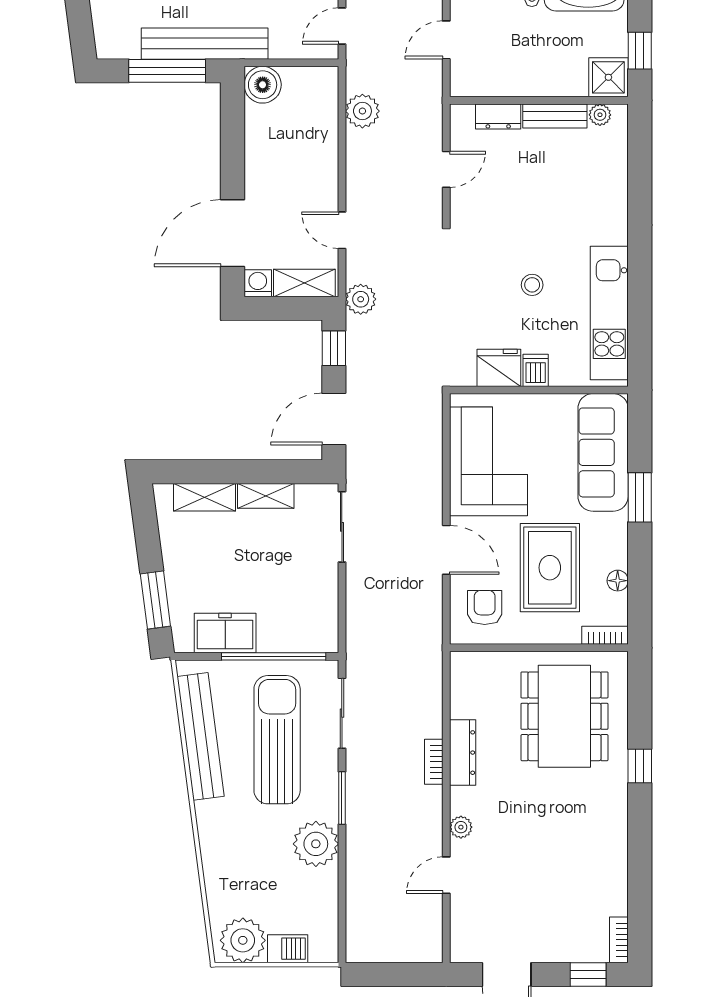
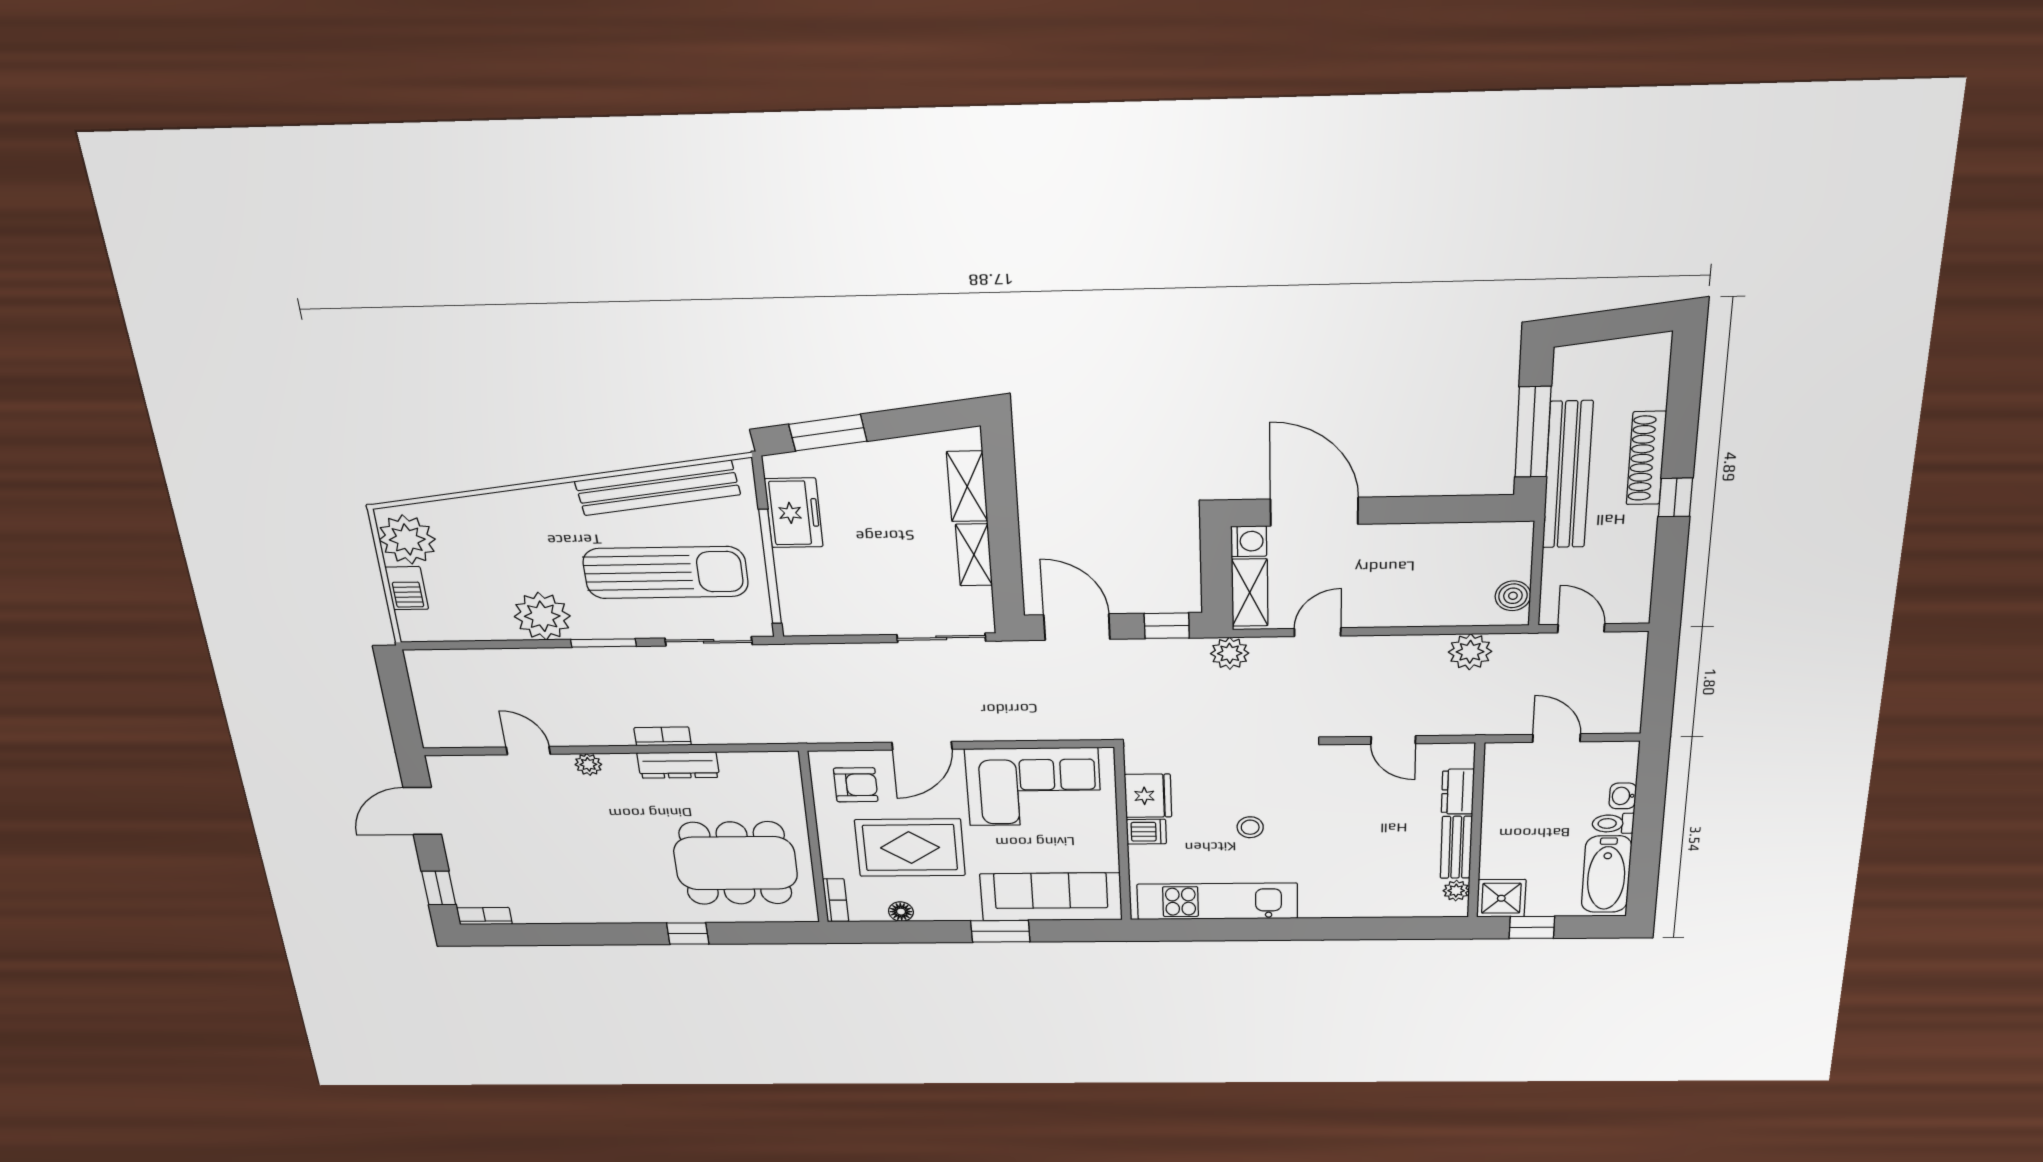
boiler: (263, 85) -> (1513, 596), moved, width x0.73, depth x0.73

